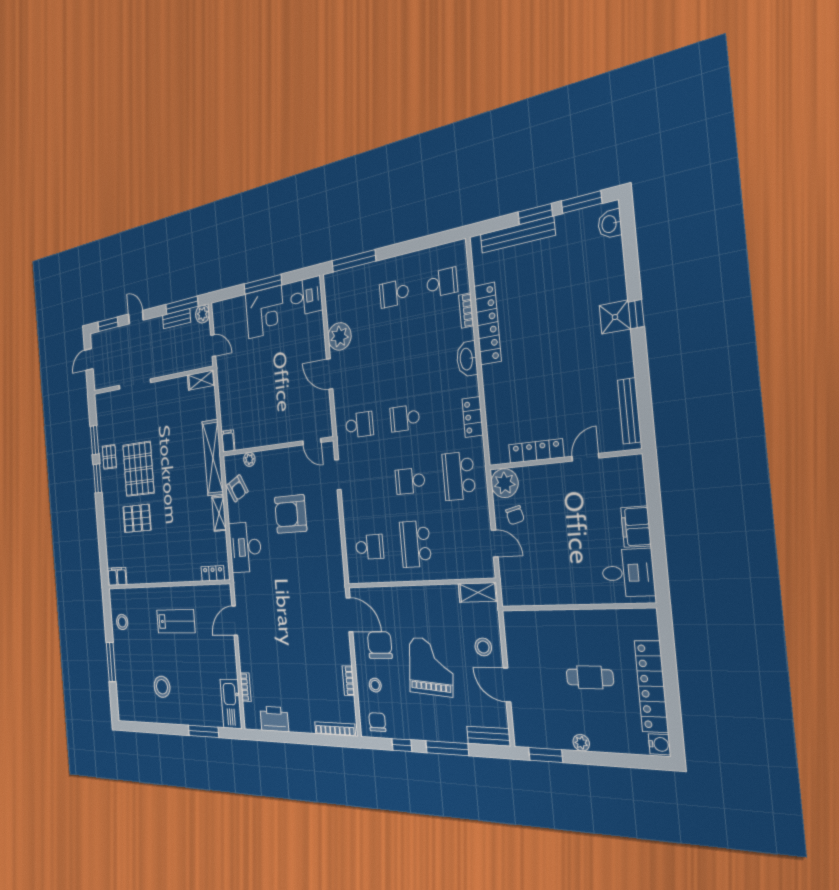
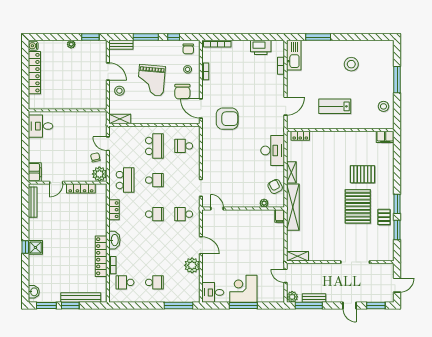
armchair: (291, 514) -> (227, 119), moved
filing cabinet: (636, 527) -> (35, 172), moved
cafe table: (590, 677) -> (64, 76), removed

